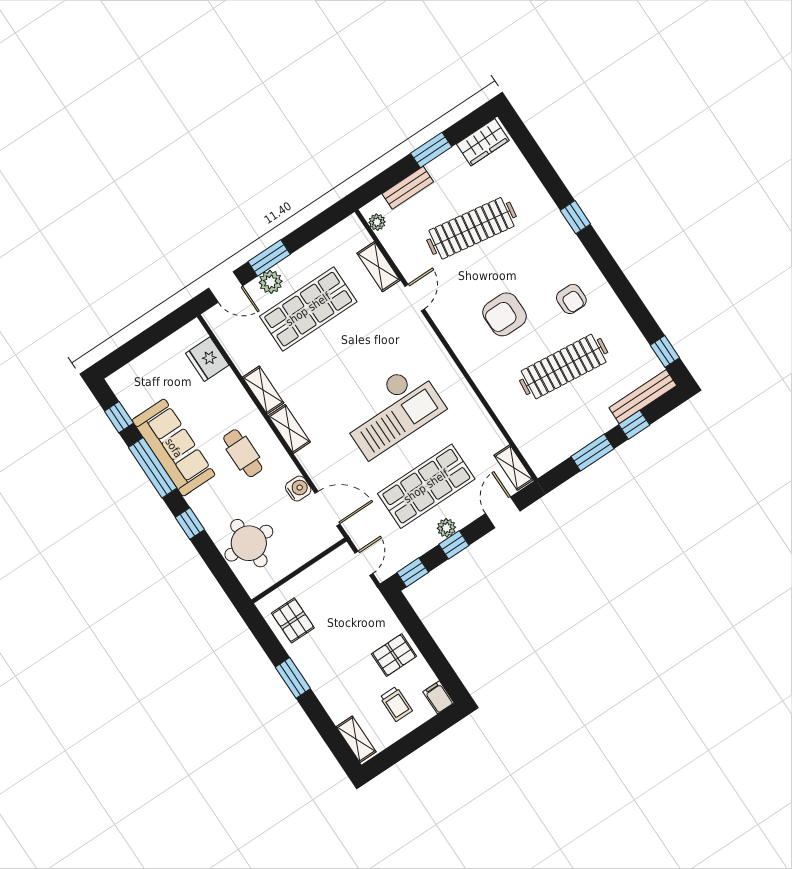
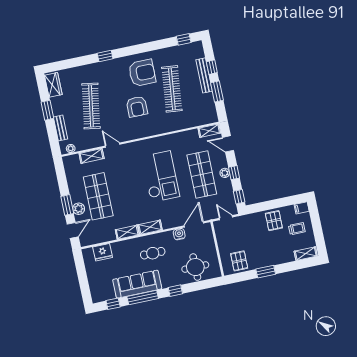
armchair: (571, 299) -> (142, 73), width x1.88, depth x1.88
bench: (643, 397) -> (204, 75), moved
pallet: (293, 620) -> (239, 261), turned 90

